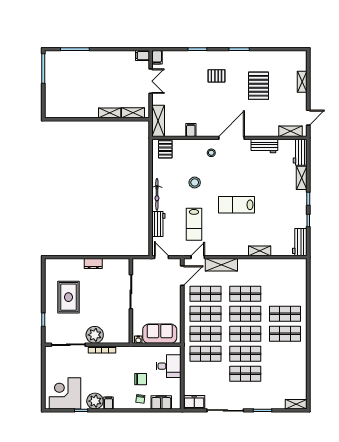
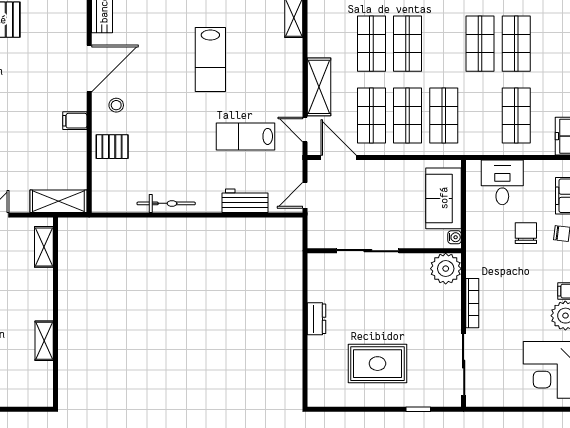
shelving: (110, 113) -> (44, 341), moved
filing cabinet: (191, 130) -> (75, 121), moved
door: (232, 138) -> (89, 69), swing flipped
pallet: (165, 149) -> (112, 147), moved
stool: (195, 183) -> (170, 135), removed
bicycle: (157, 194) -> (166, 203), moved
lab bench: (194, 224) -> (245, 136), turned 180
shop shelf: (245, 334) -> (444, 44), removed
plant: (95, 335) -> (446, 269), moved
shop shelf: (206, 354) -> (516, 115), moved

